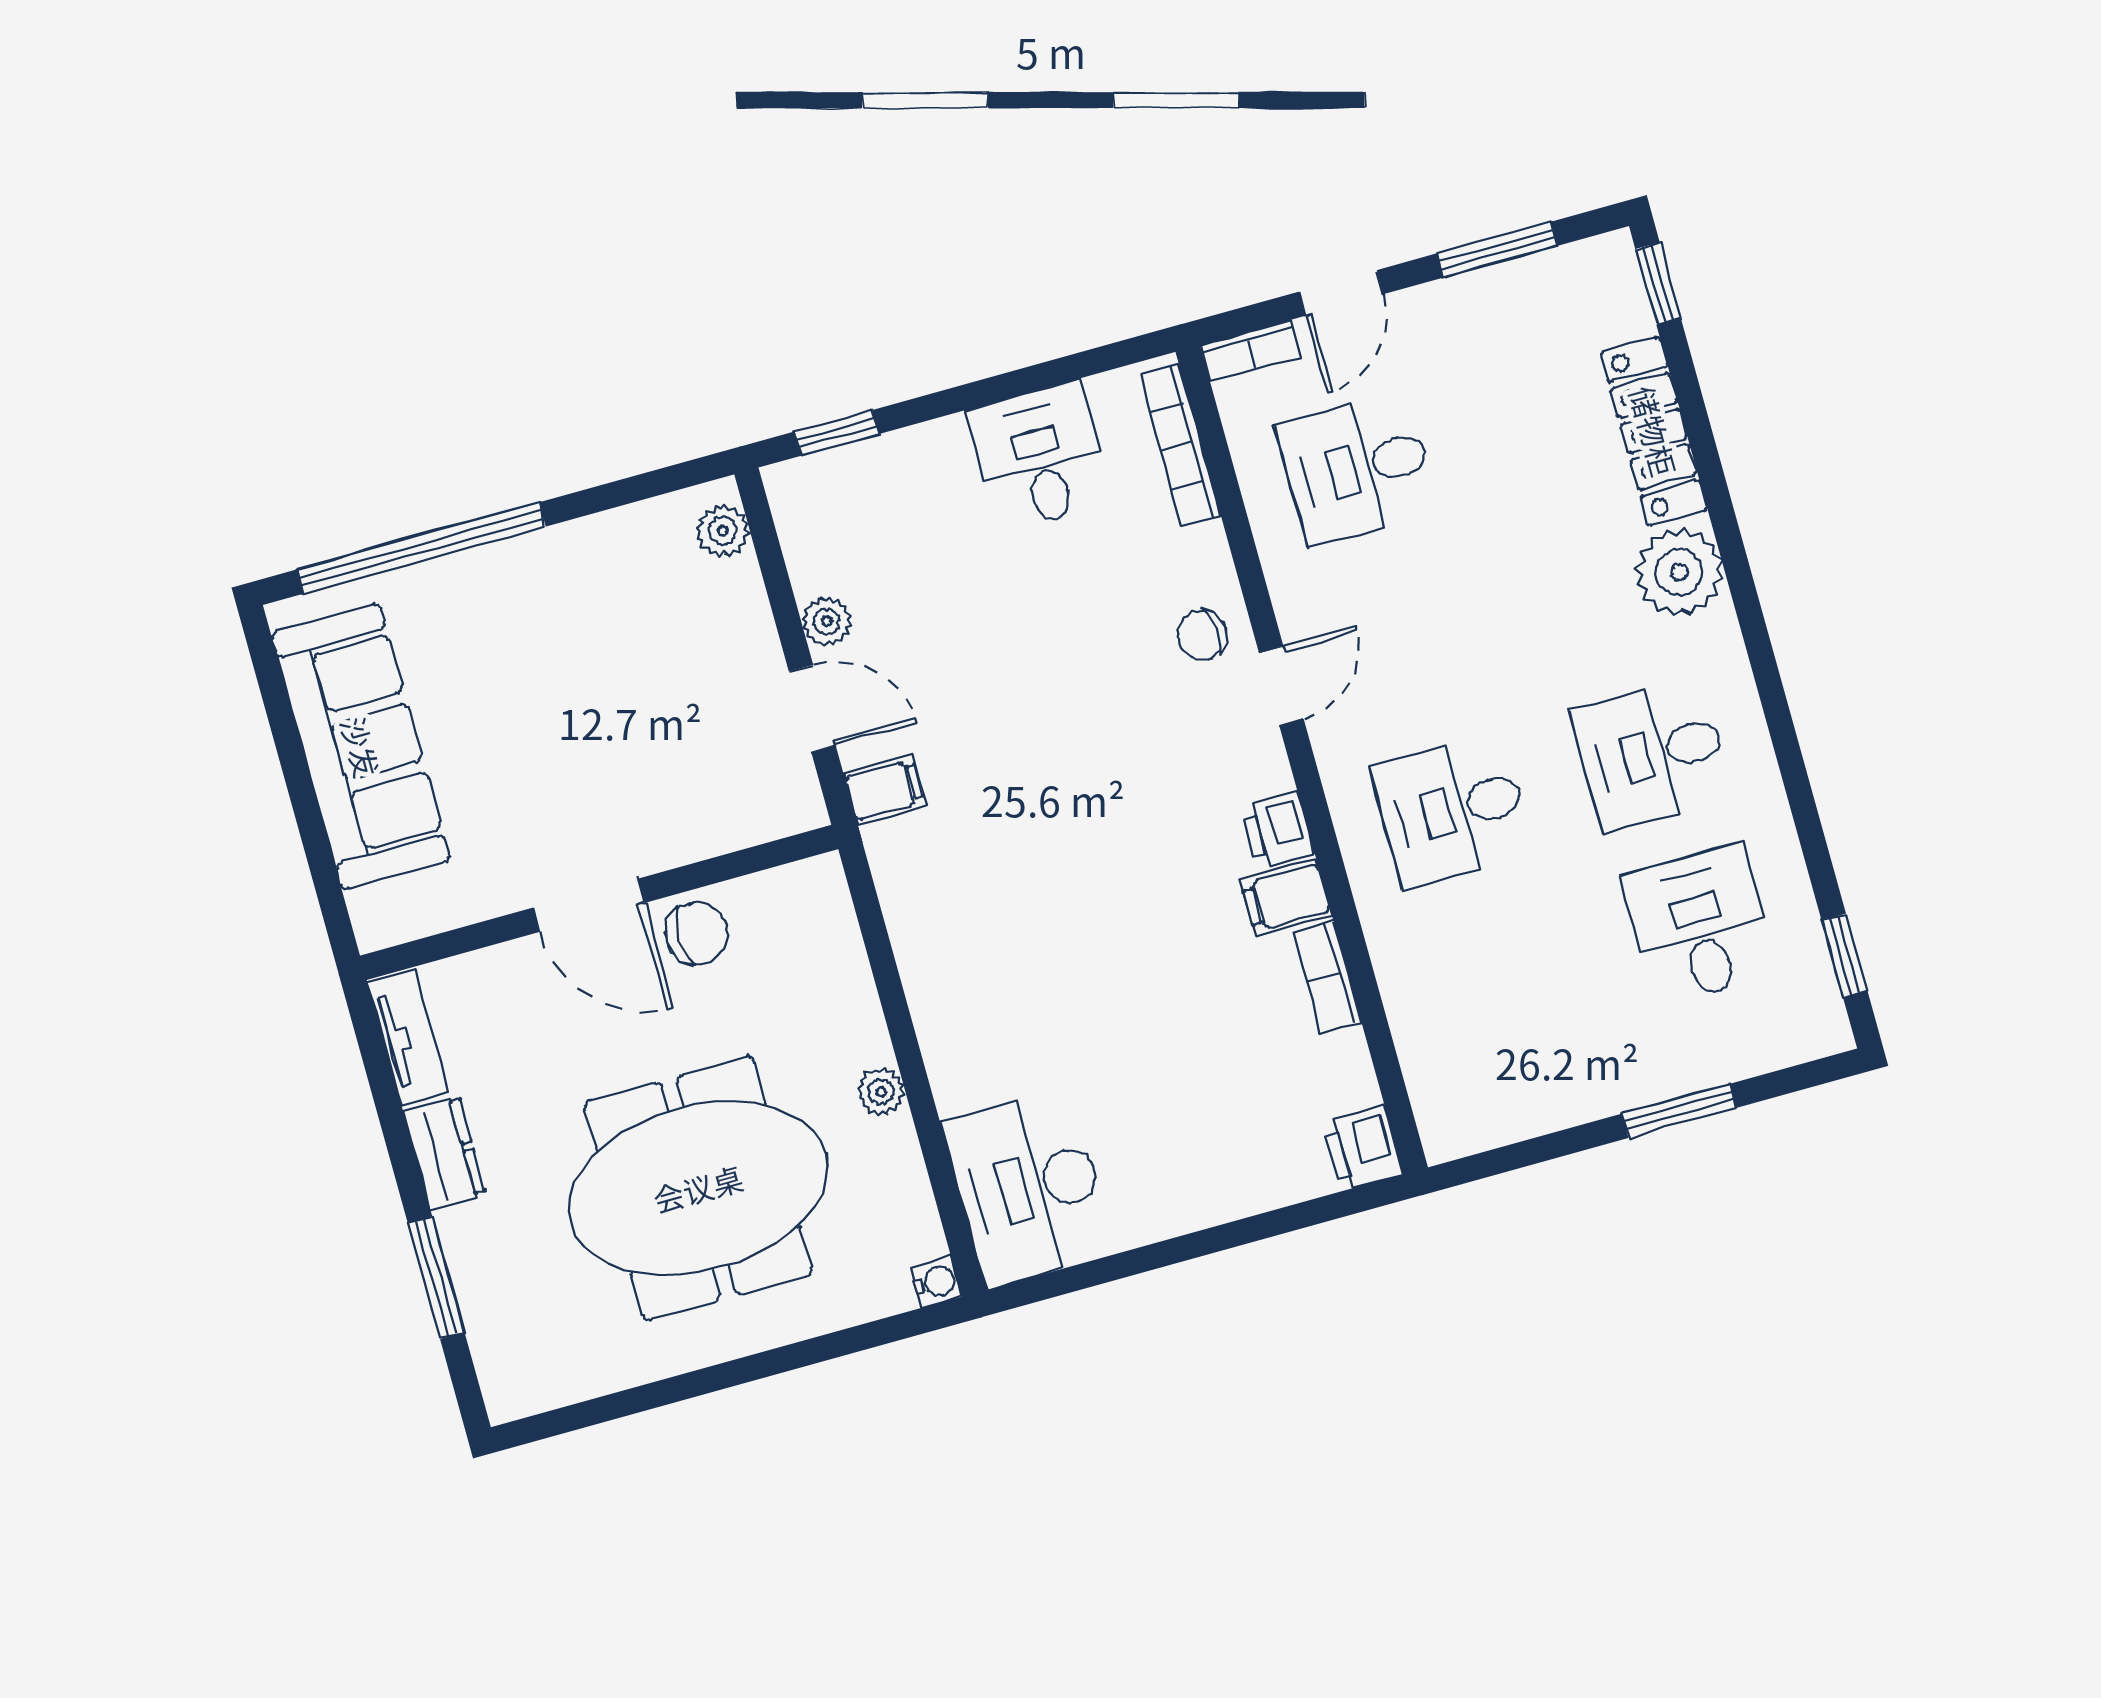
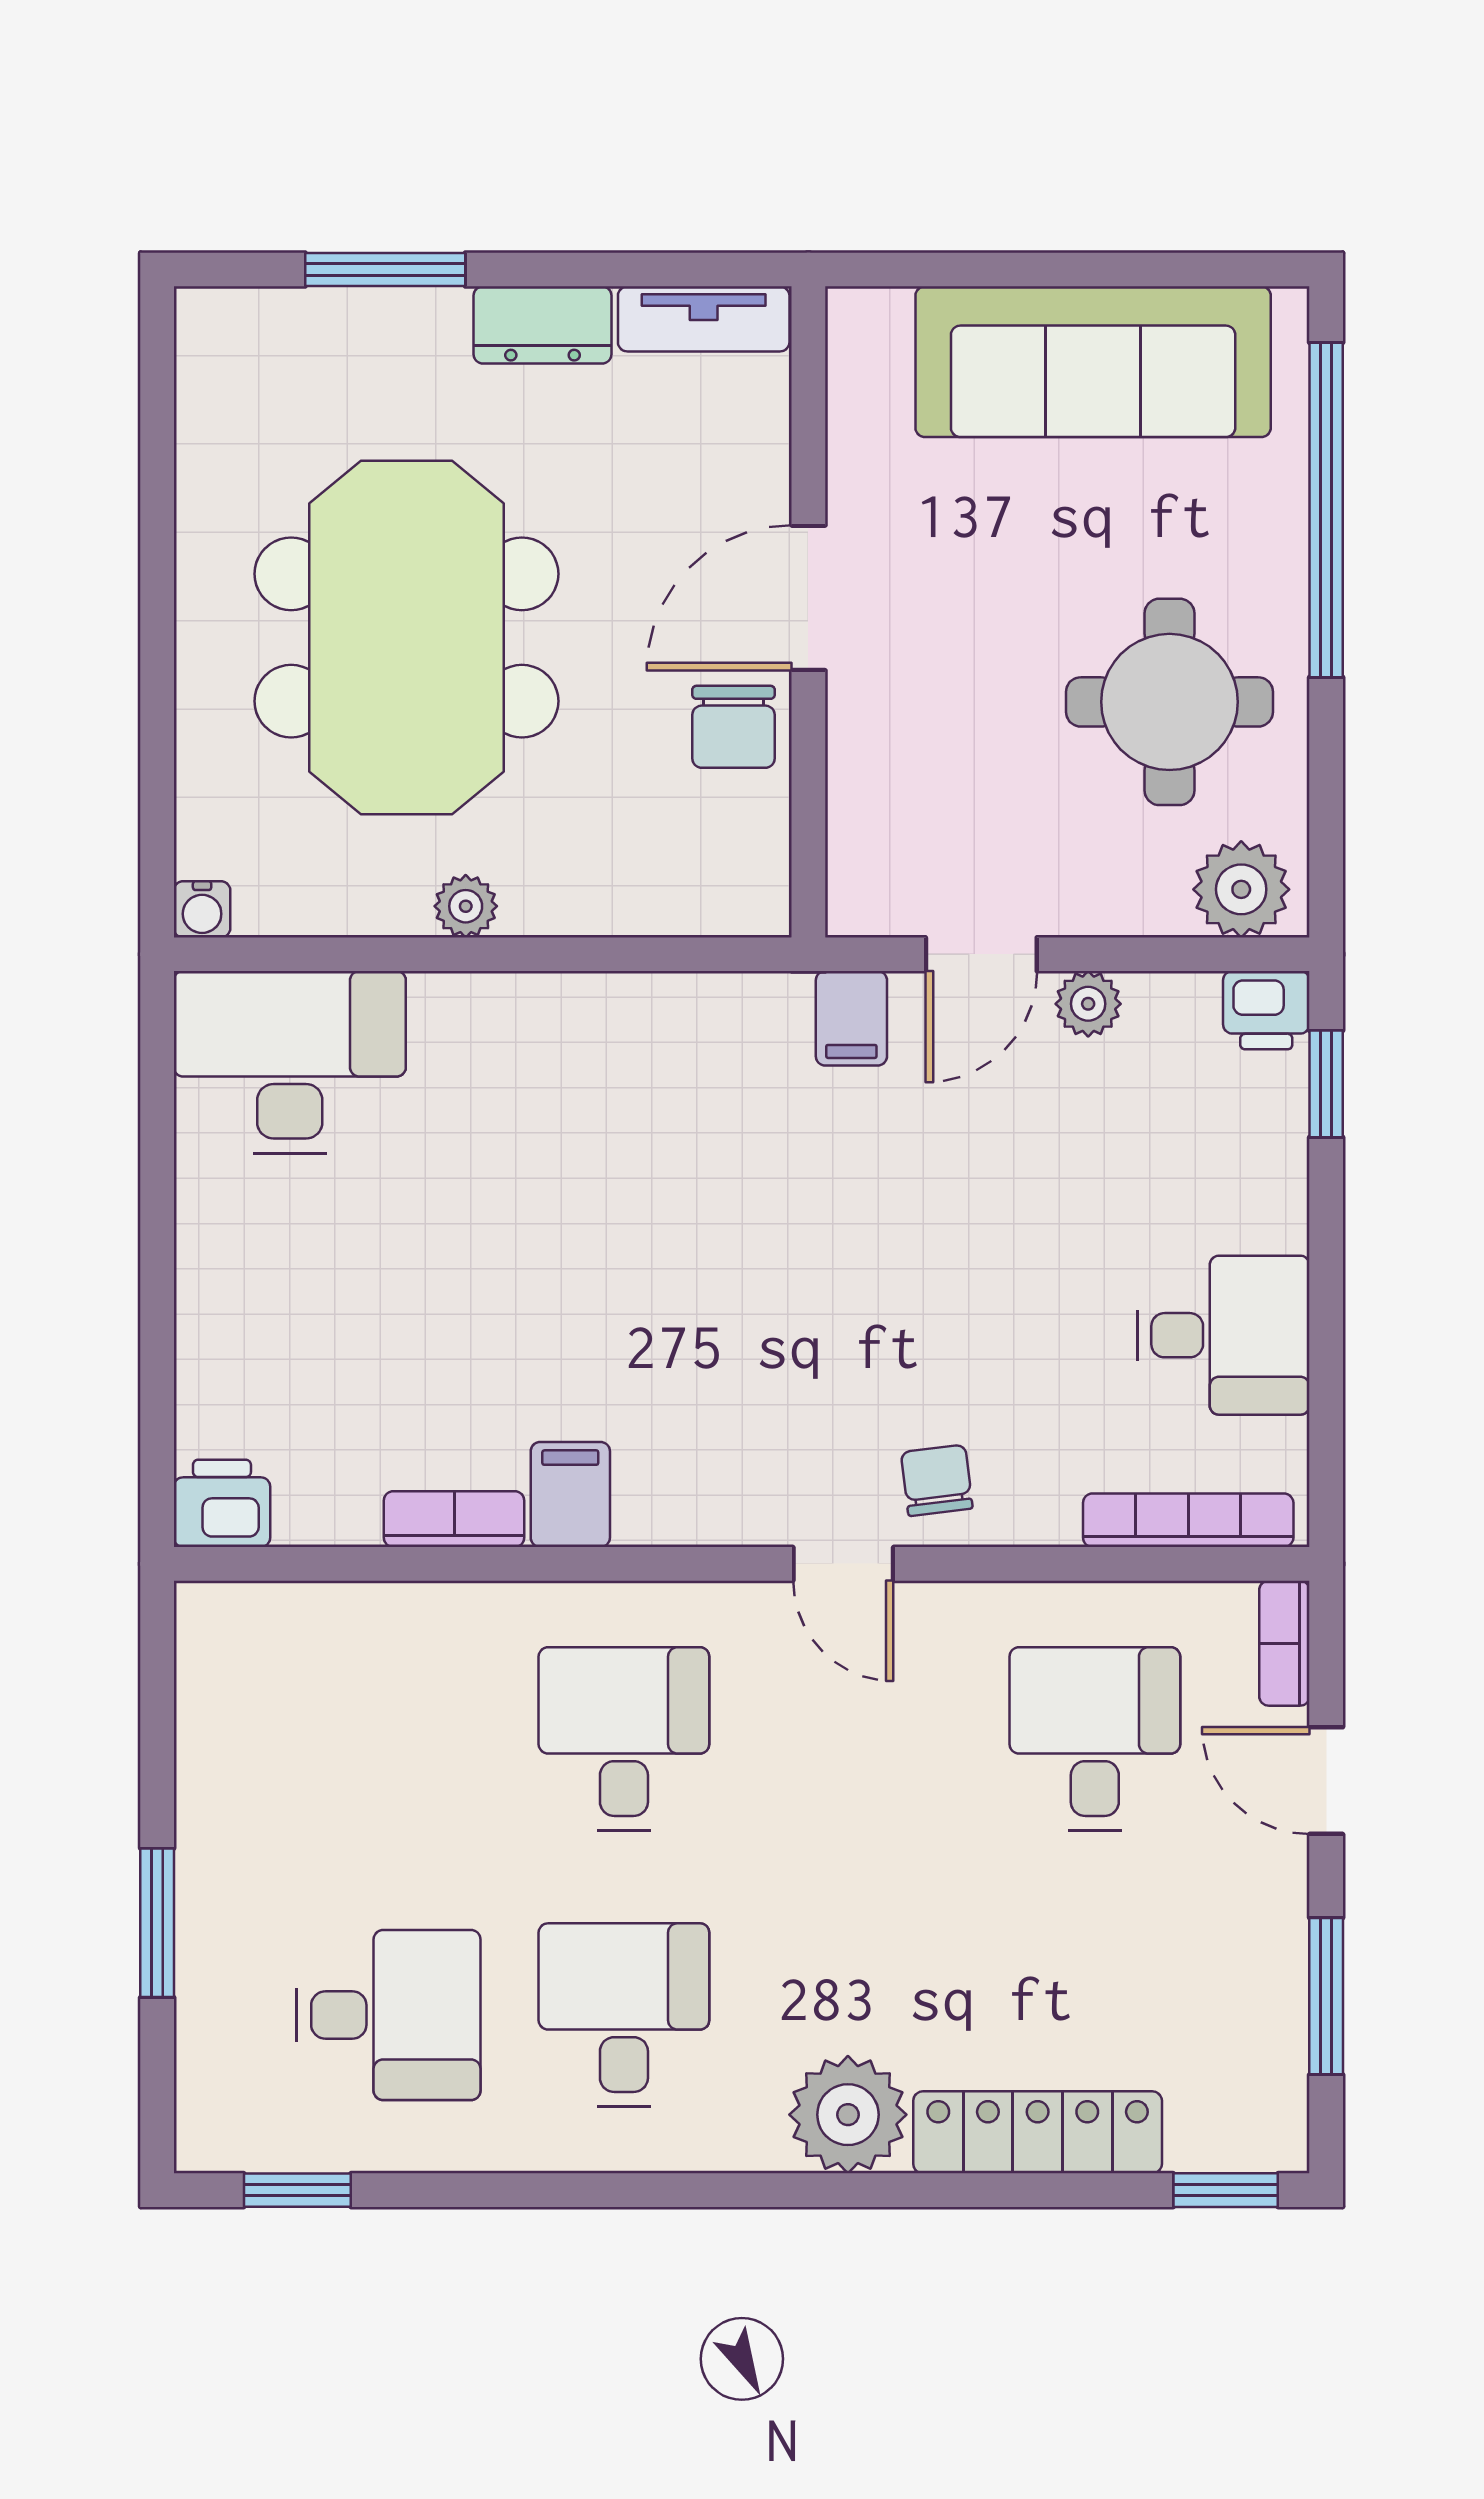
plant: (723, 531) -> (1241, 889), width x1.38, depth x1.38
round table: (592, 623) -> (1169, 702), added
printer: (1278, 830) -> (1266, 1010), moved, turned 180

